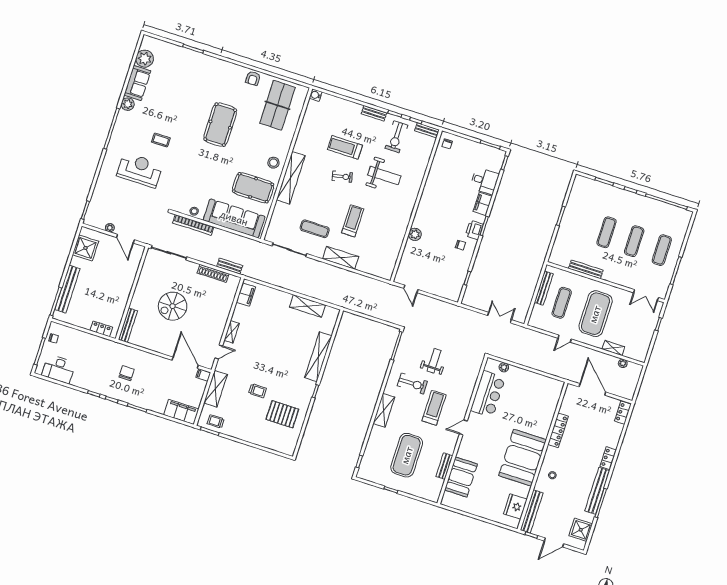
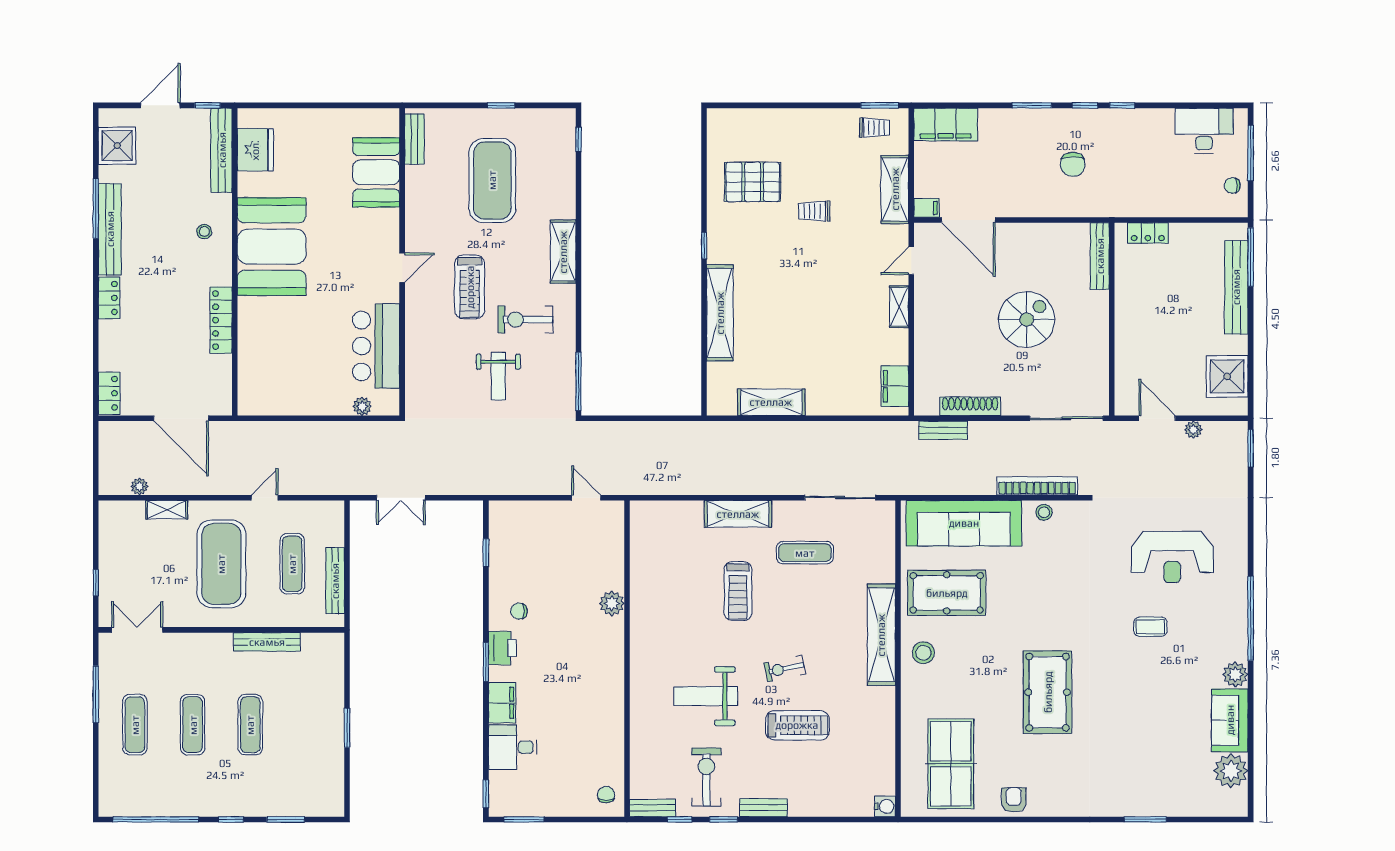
bench: (444, 466) -> (414, 139), moved

